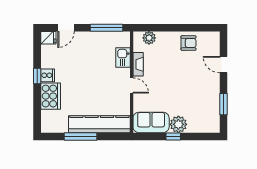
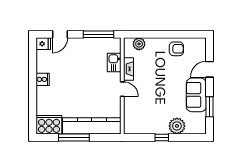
door: (224, 65) -> (210, 69), hinge flipped
window: (37, 76) -> (33, 80), removed
cooker: (51, 96) -> (49, 125), moved, turned -90
sofa: (151, 122) -> (196, 95), moved, turned -90
plant: (178, 124) -> (177, 126), moved

